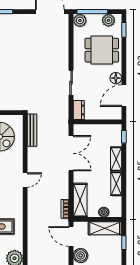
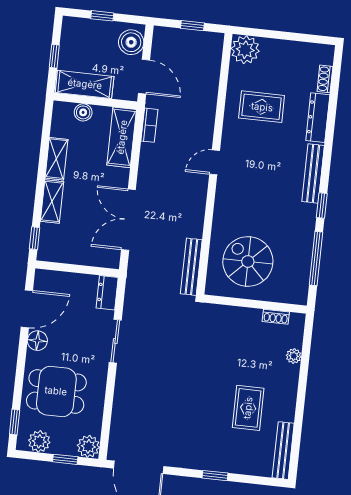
window: (92, 12) -> (65, 459), width x0.46
door: (25, 180) -> (215, 162), moved

